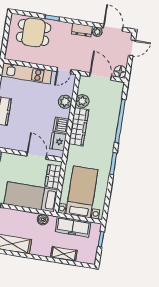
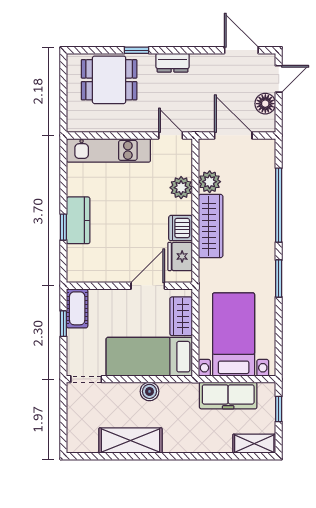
dresser: (82, 30) -> (173, 63), moved
plant: (97, 32) -> (216, 61), removed
door: (64, 71) -> (171, 135), swing flipped
floor lamp: (120, 72) -> (265, 104), moved
door: (37, 156) -> (148, 286), hinge flipped
boiler: (43, 219) -> (149, 391), moved
shelving: (64, 254) -> (254, 444), moved

